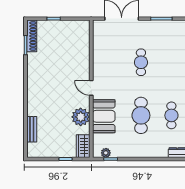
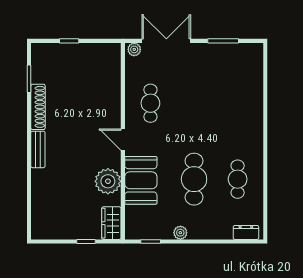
plant: (99, 25) -> (134, 49), added
shoe rack: (32, 36) -> (38, 107), moved
cafe table: (141, 62) -> (150, 103), moved
bench: (32, 129) -> (38, 149), moved
plant: (106, 153) -> (180, 233), moved

